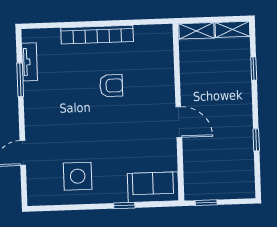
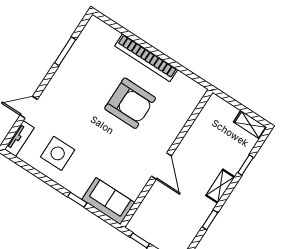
shelving: (197, 31) -> (220, 186), moved, turned 90
tv unit: (30, 62) -> (19, 139), moved
armchair: (111, 86) -> (130, 103), width x1.88, depth x1.88

